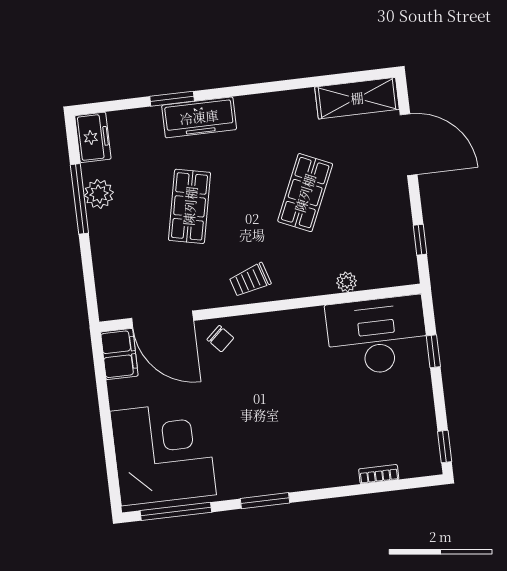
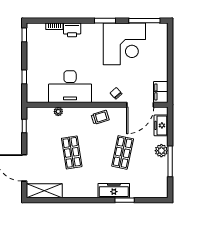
freezer: (93, 137) -> (161, 125), moved
shop shelf: (305, 193) -> (72, 152), turned -33
plant: (99, 194) -> (161, 151), moved
door: (163, 319) -> (140, 105), swing flipped
desk: (377, 336) -> (70, 87), moved
corner desk: (163, 453) -> (124, 44), moved, turned -90
printer: (337, 471) -> (72, 30), added

